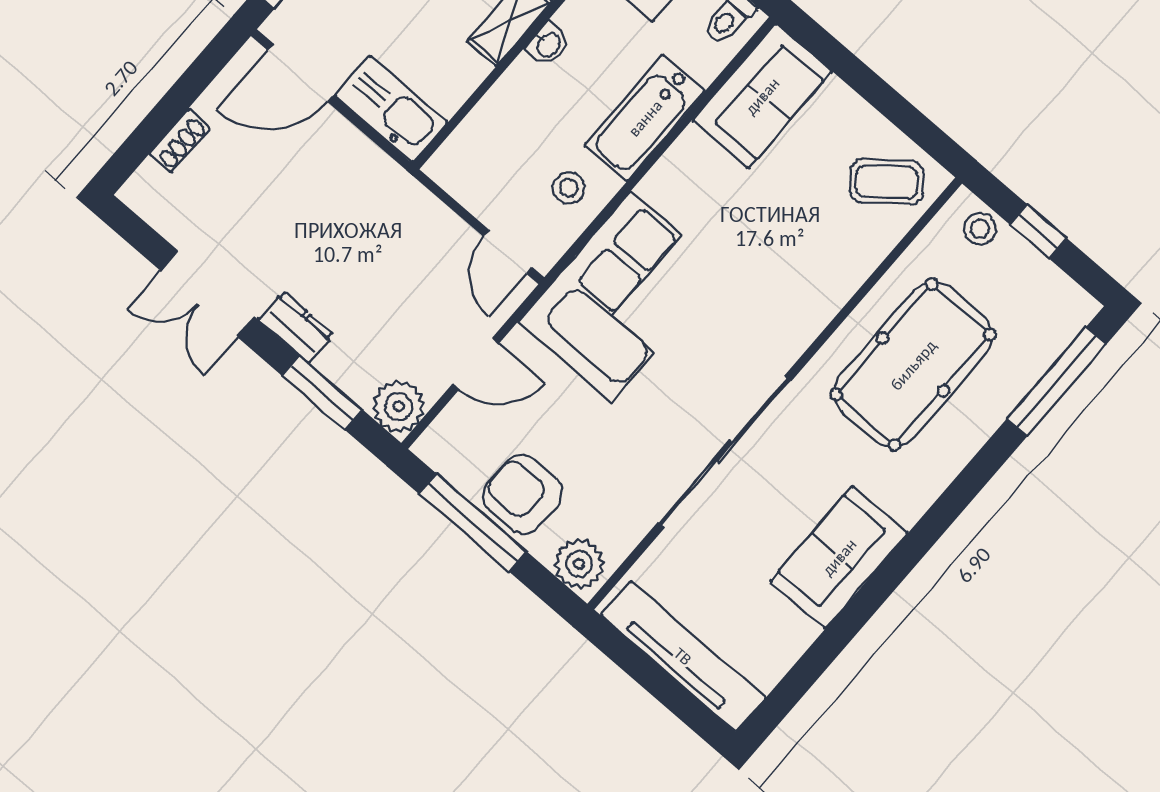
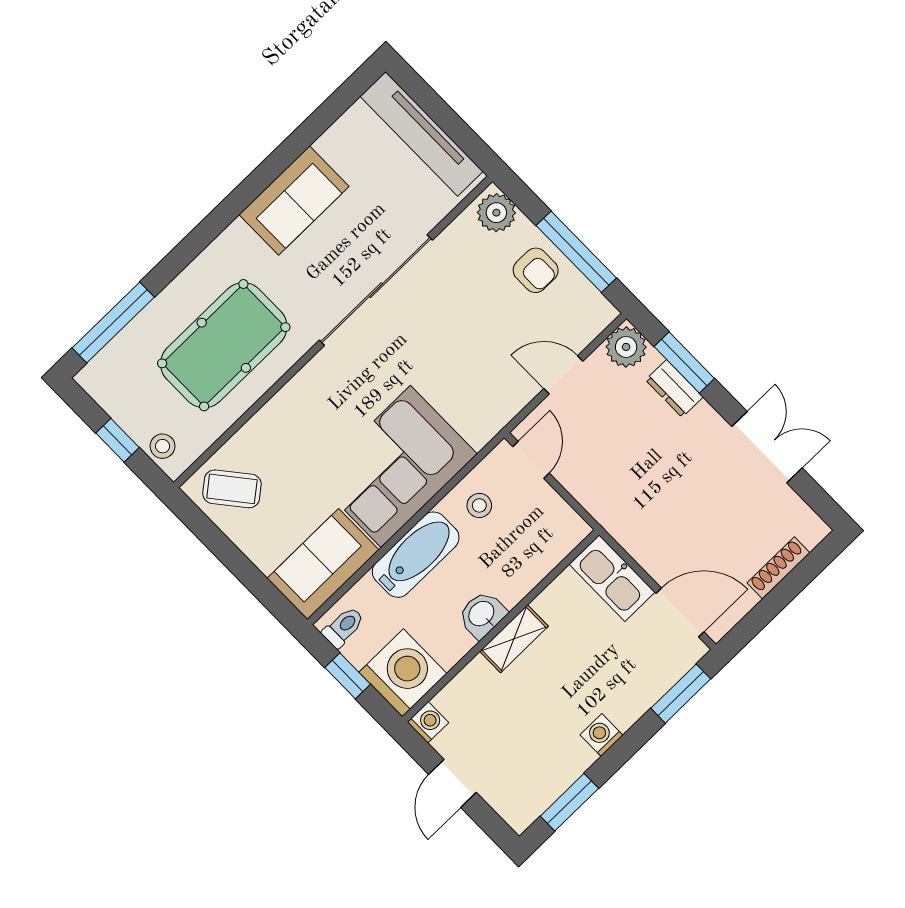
washbasin: (548, 44) -> (482, 614), width x1.38, depth x1.45
shoe rack: (180, 141) -> (778, 568), width x1.43
corner sofa: (621, 297) -> (396, 467), moved
dresser: (296, 327) -> (674, 388), moved
armchair: (523, 494) -> (536, 270), width x0.72, depth x0.72

